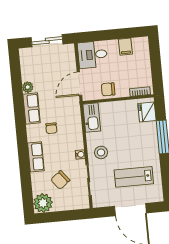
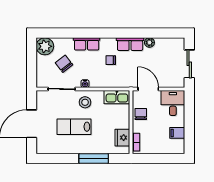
fridge: (147, 112) -> (122, 138), moved, turned -90
lab bench: (134, 177) -> (74, 127), moved, turned -90

